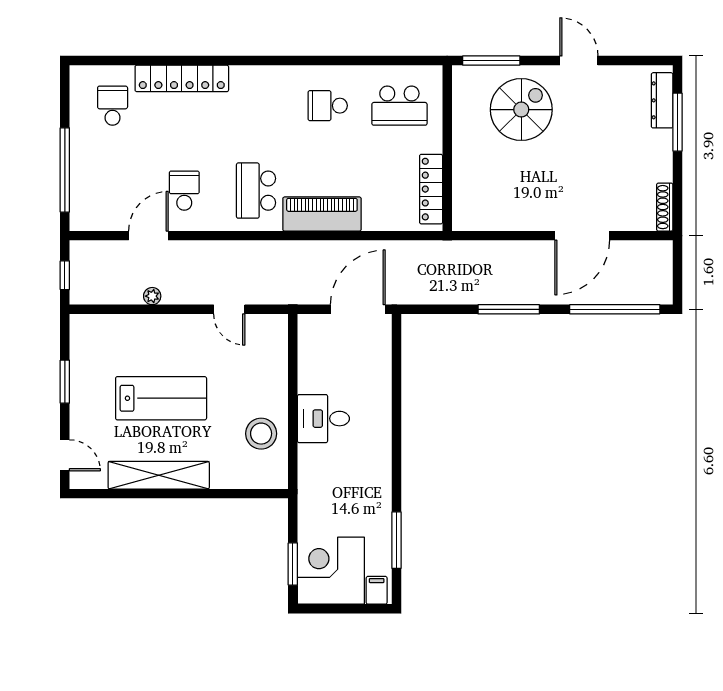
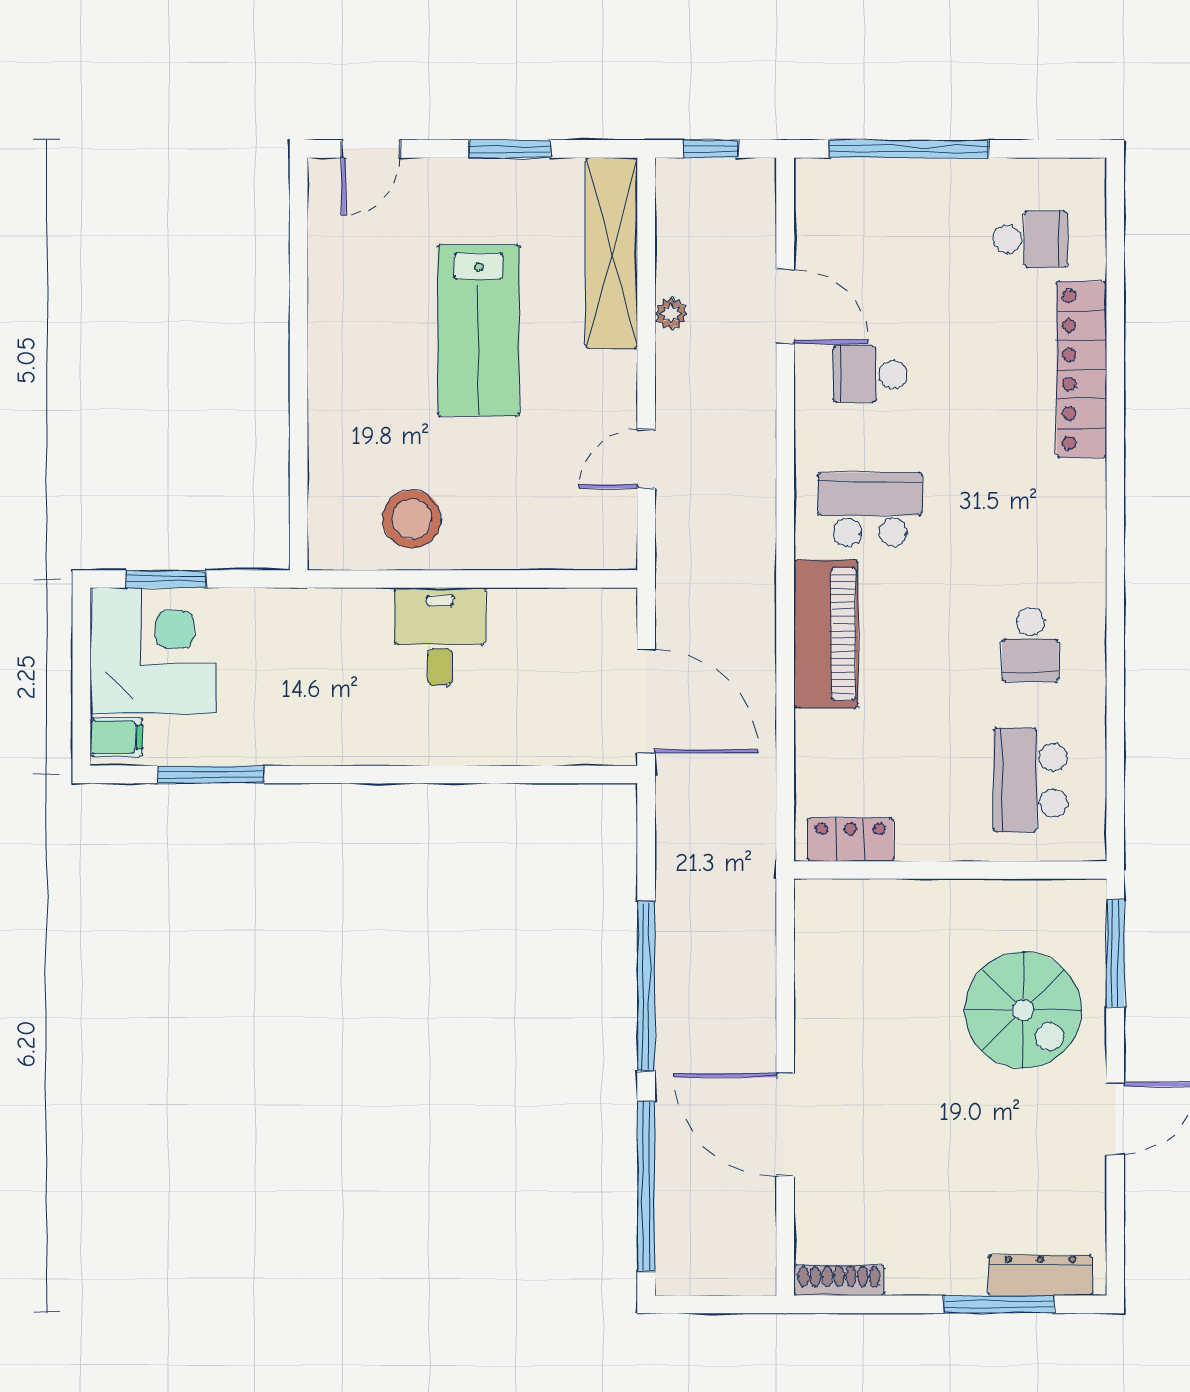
school desk: (328, 106) -> (1030, 645), turned 180
locker: (431, 189) -> (850, 840), width x0.66
school desk: (184, 191) -> (870, 374), turned 180
window: (509, 309) -> (646, 986), width x1.46
shelving: (159, 475) -> (611, 253), moved

